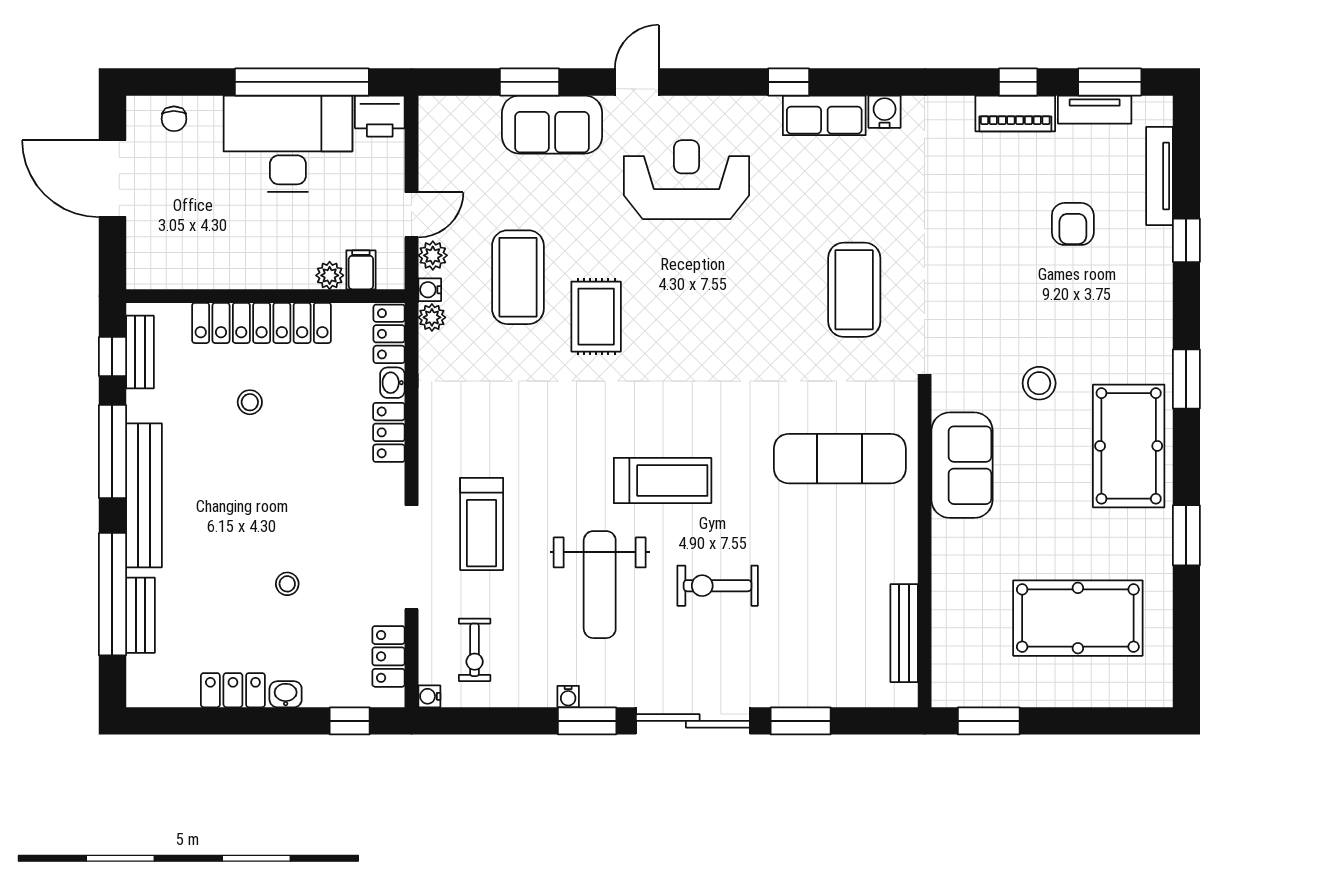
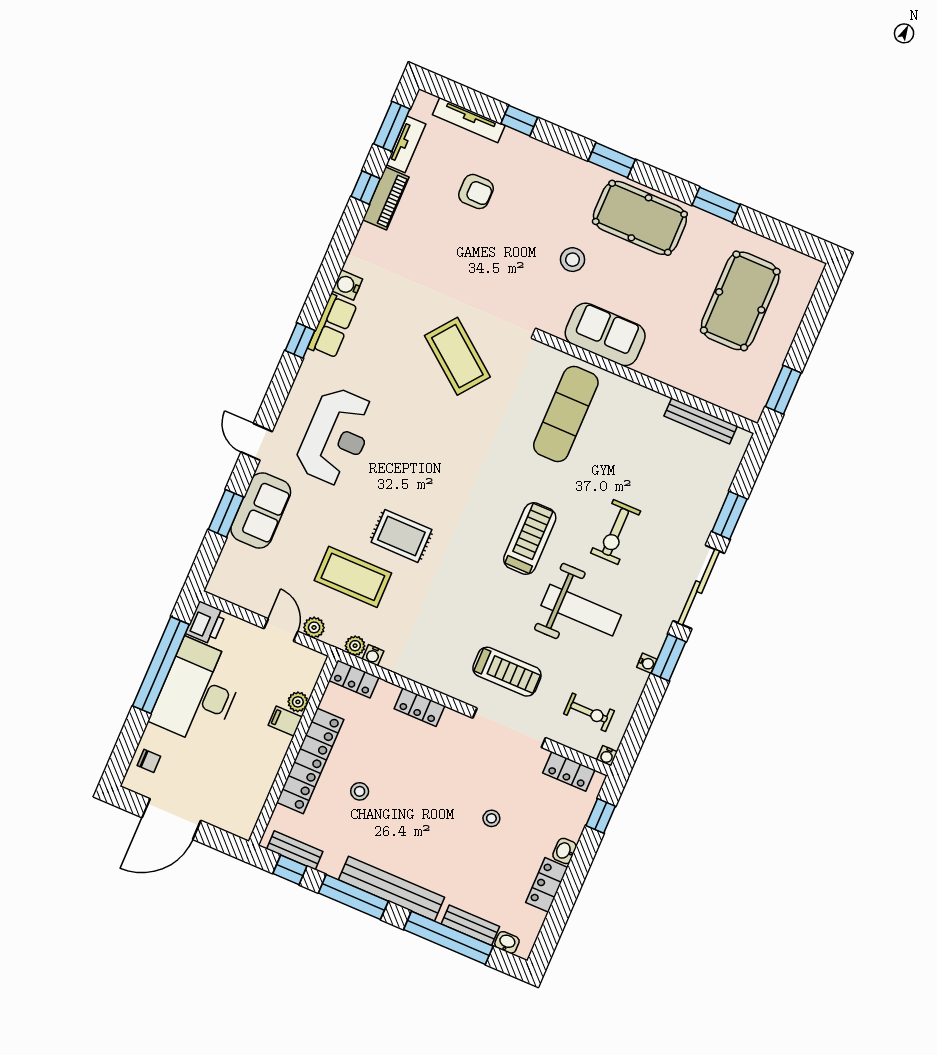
reception desk: (687, 180) -> (336, 437), turned 180
filing cabinet: (361, 270) -> (285, 721), moved
water cooler: (430, 290) -> (373, 655), moved
coffee table: (854, 290) -> (457, 356), turned 38
washbasin: (392, 383) -> (507, 942), moved, turned 180

